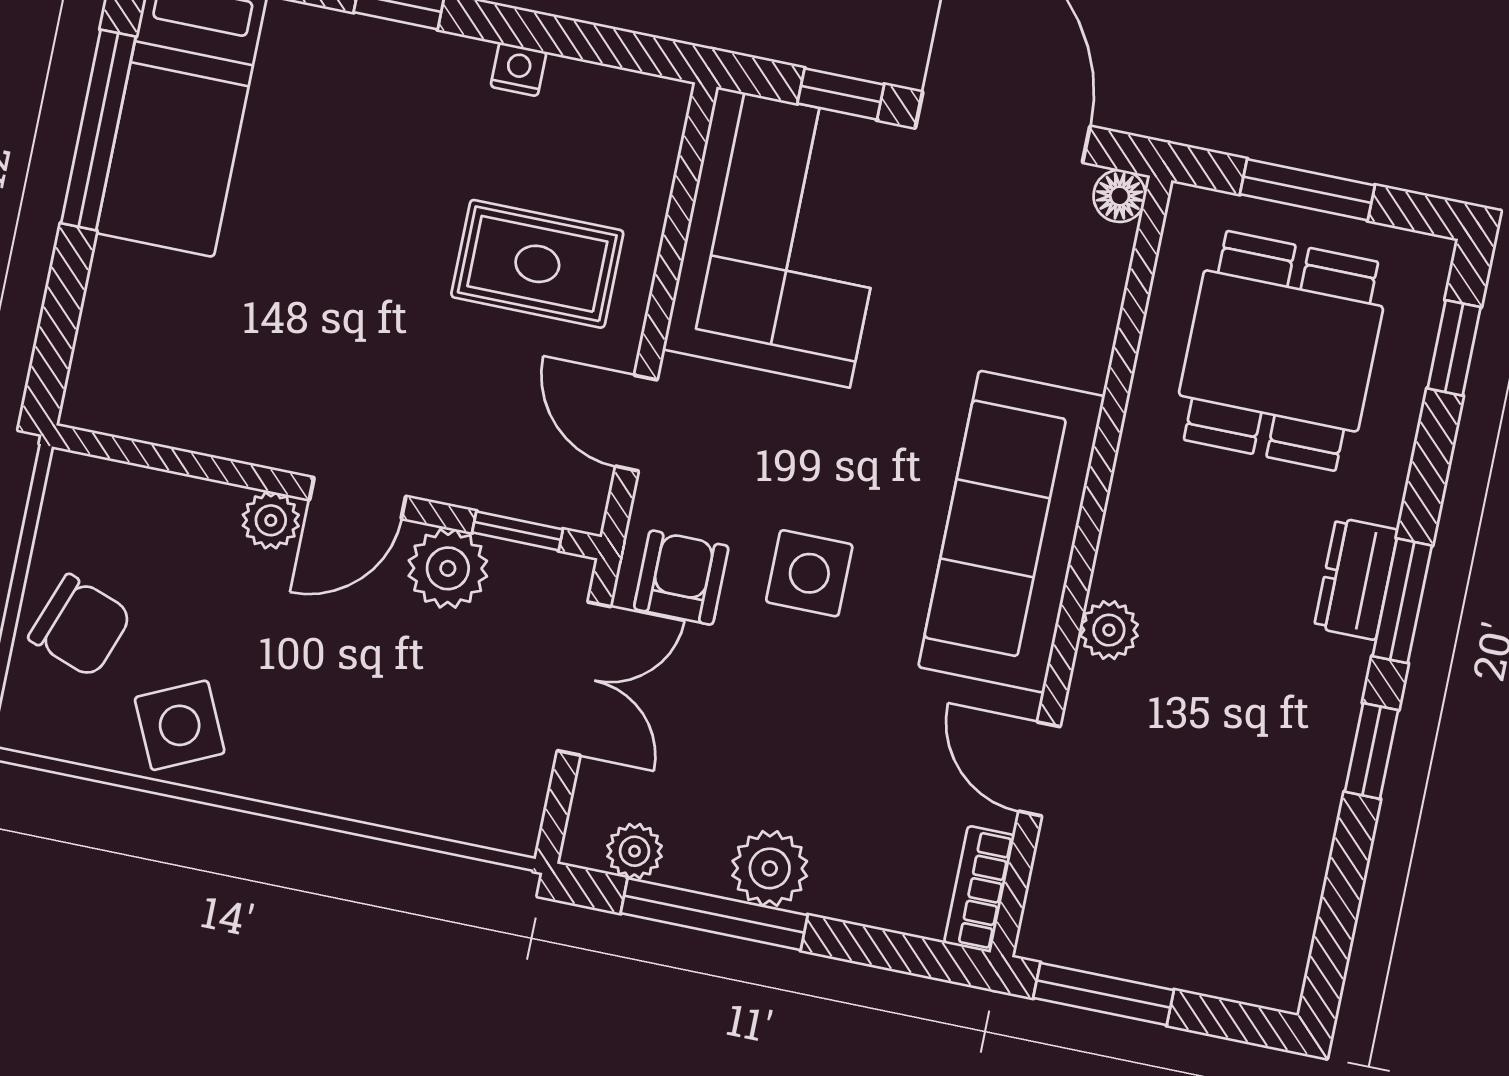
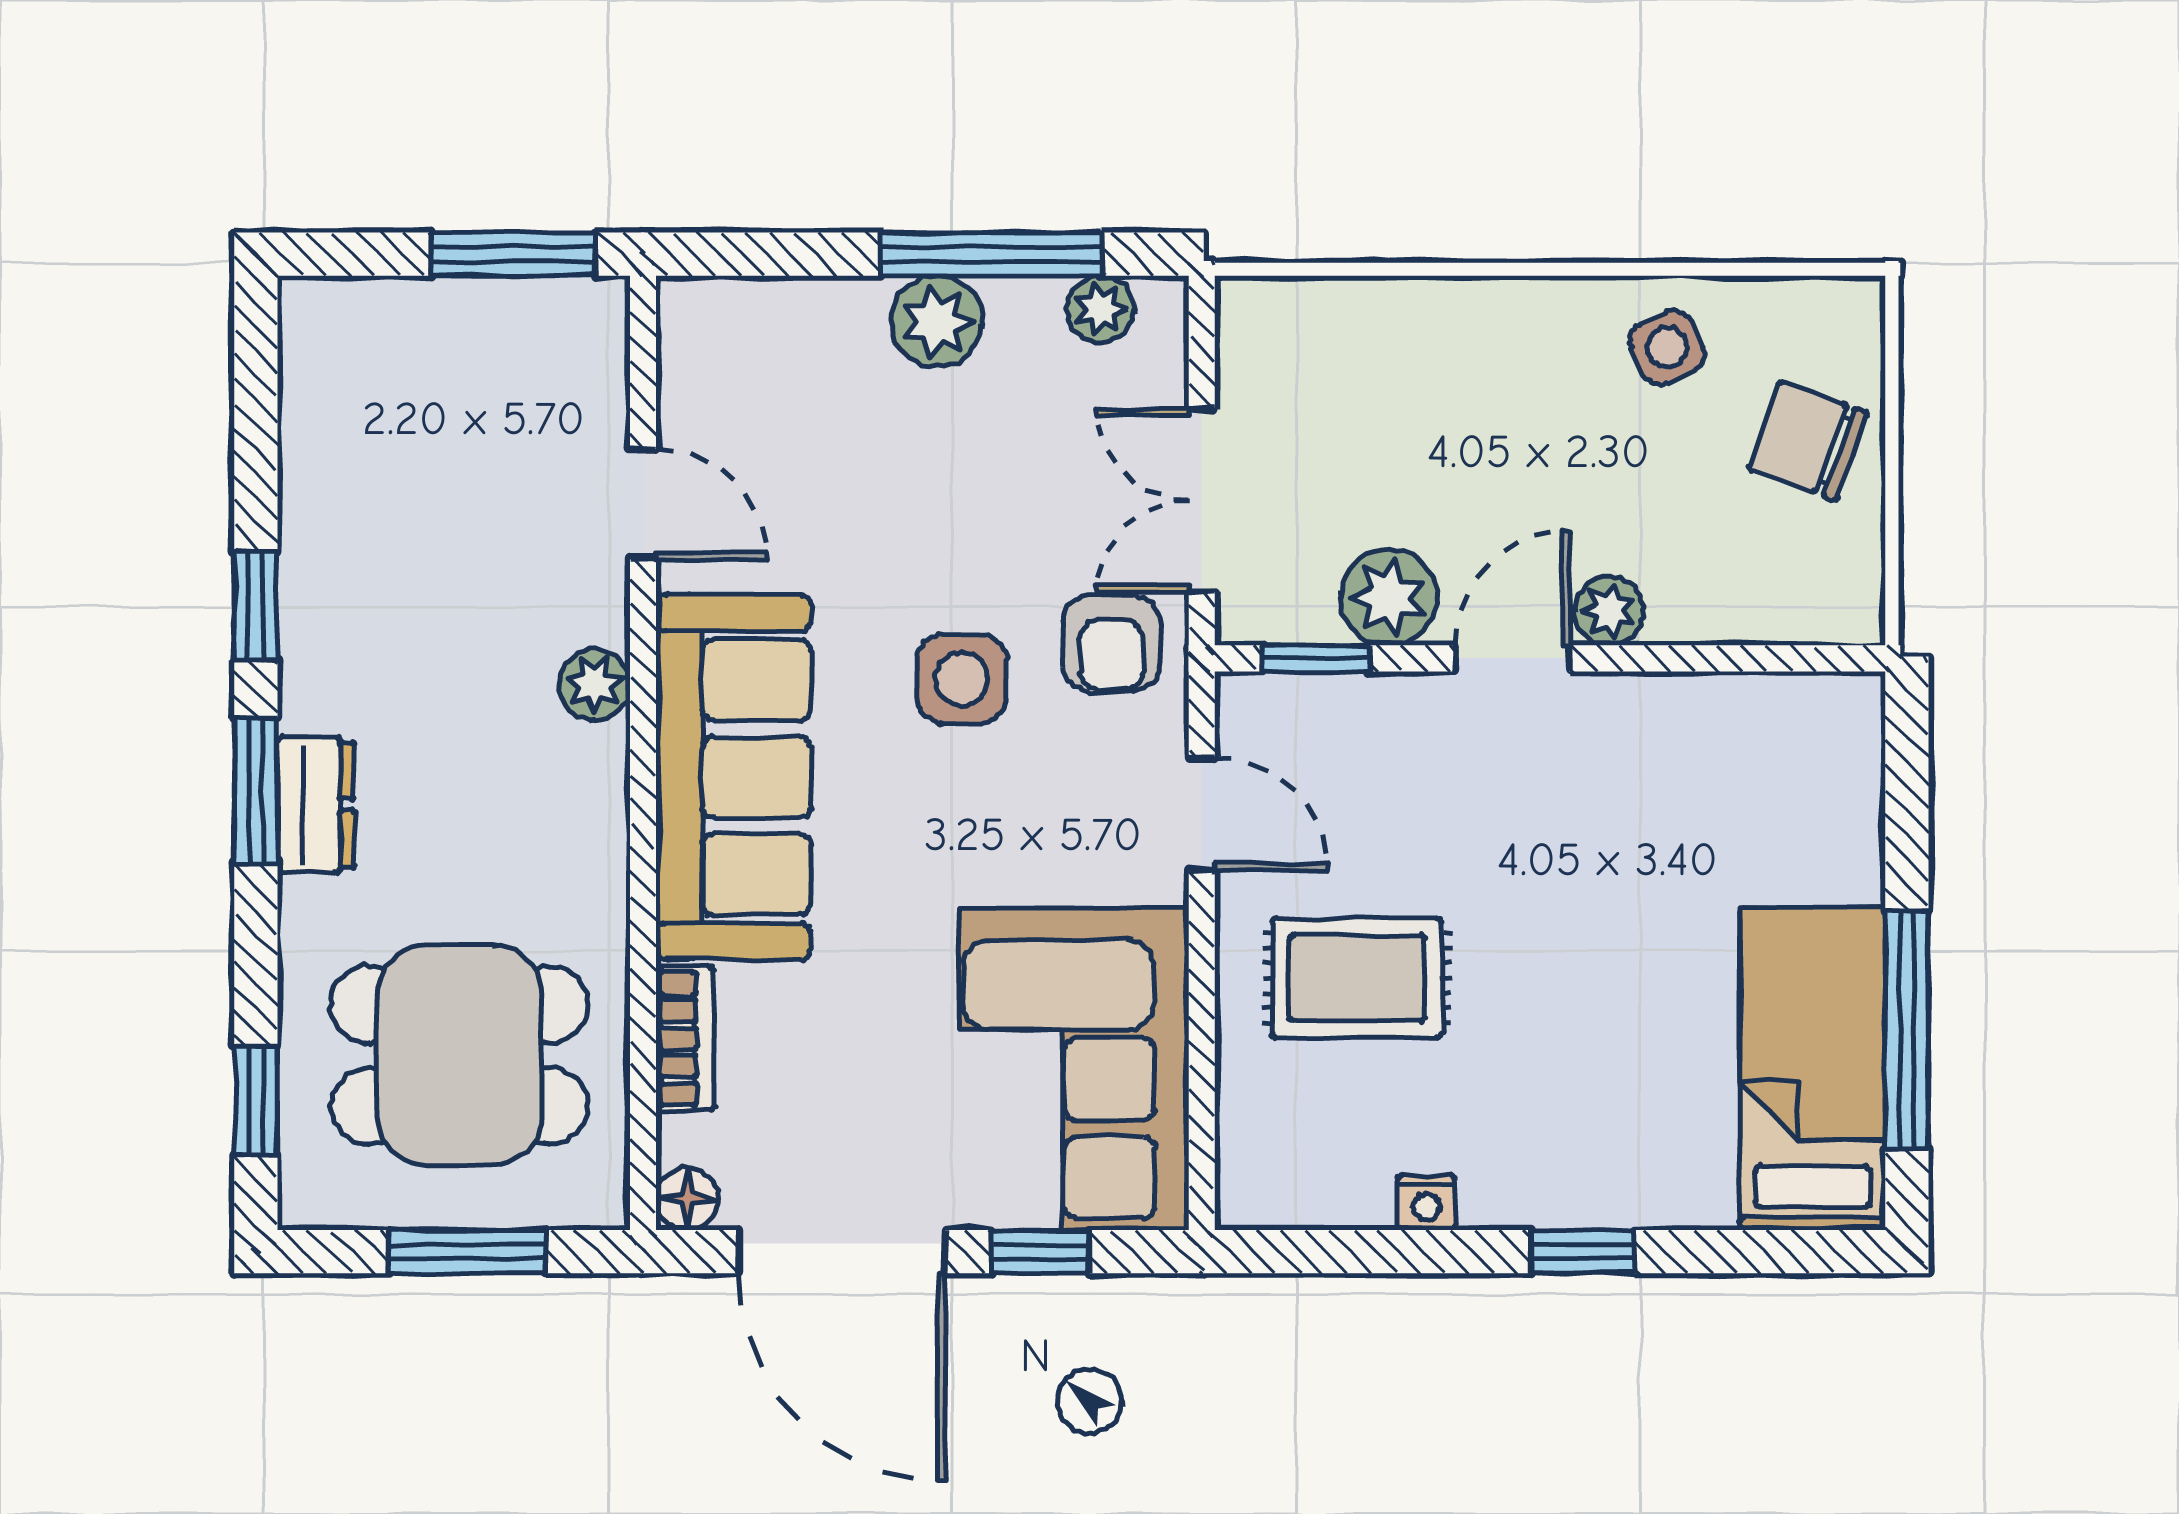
dining table: (1281, 351) -> (459, 1055), turned 90
side table: (180, 725) -> (1667, 347), width x0.73, depth x0.73
bookcase: (979, 889) -> (685, 1038), moved

